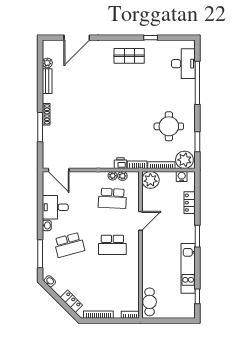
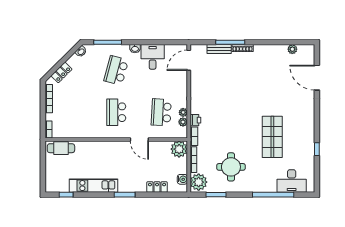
shop shelf: (129, 56) -> (272, 137), moved, width x1.43, depth x1.36
bench: (47, 81) -> (219, 49), moved
school desk: (69, 245) -> (116, 70), turned 30

